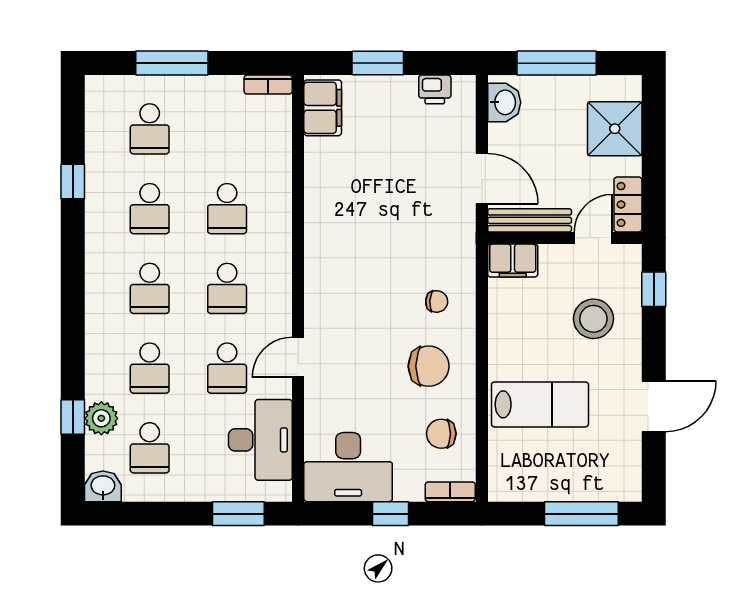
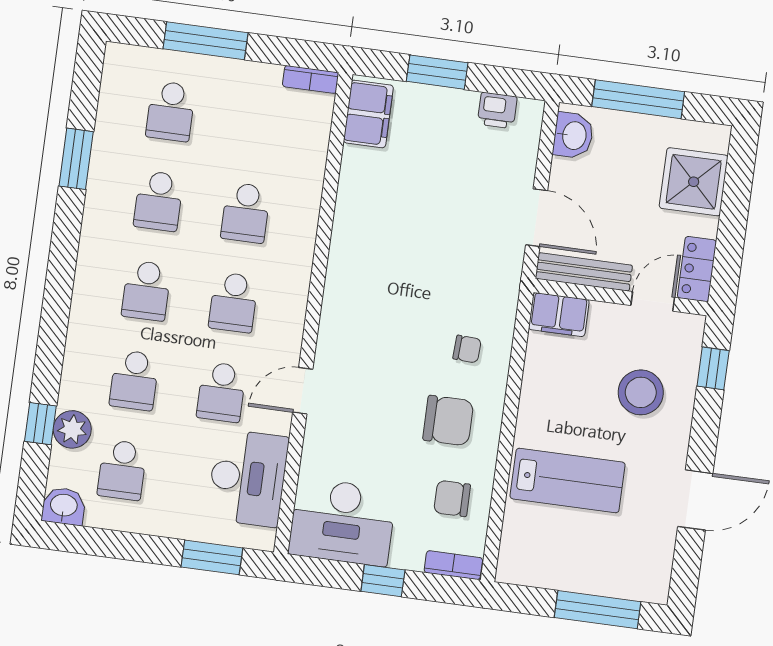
window: (73, 182) -> (76, 159), width x1.50

